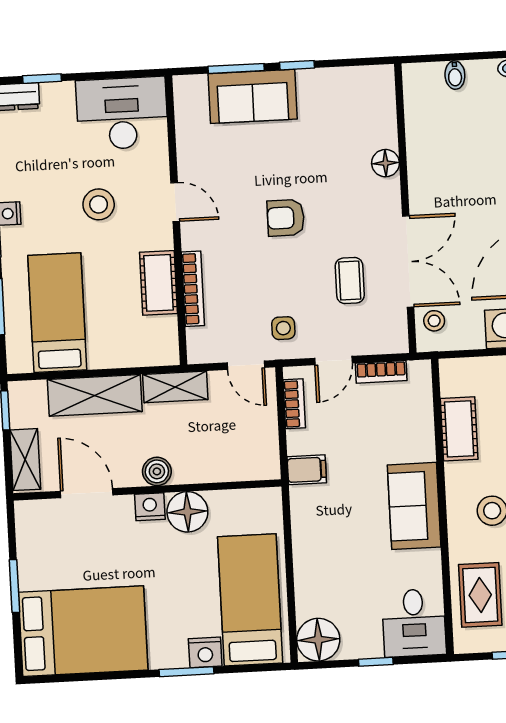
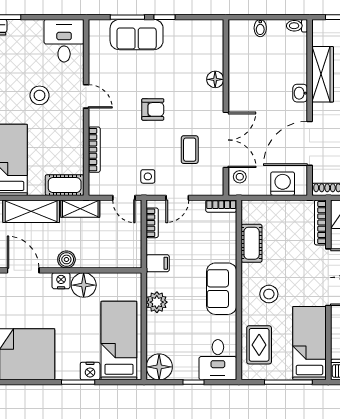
desk: (122, 113) -> (64, 41), width x0.73
armchair: (286, 218) -> (153, 109), turned 180
cot: (158, 283) -> (65, 185), moved, turned 90
bookcase: (381, 372) -> (221, 206), moved
plant: (309, 534) -> (157, 302), added

